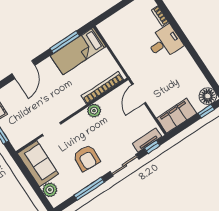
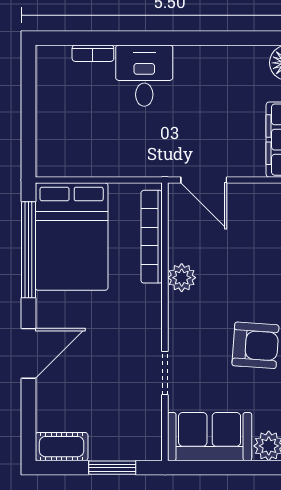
window: (65, 42) -> (29, 250), width x1.46
bed: (78, 51) -> (72, 237), width x1.50
door: (23, 70) -> (29, 353), hinge flipped

